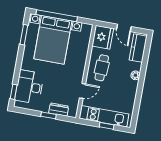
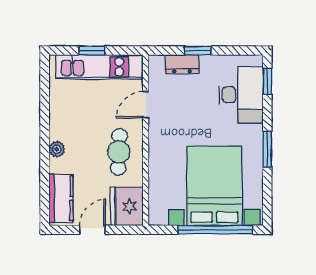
door: (124, 28) -> (92, 230), hinge flipped
window: (24, 35) -> (267, 149), moved

